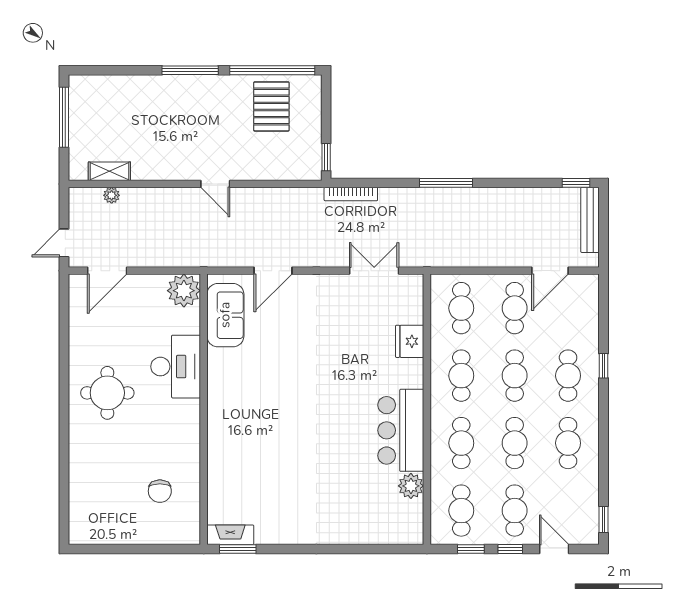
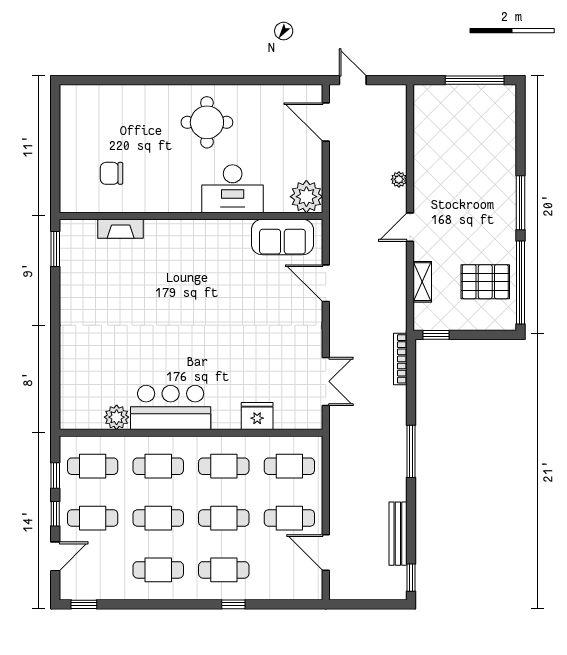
shelving: (109, 171) -> (422, 282), moved
plant: (112, 195) -> (399, 179), moved
bench: (590, 220) -> (398, 534), moved, turned 90
fireplace: (230, 535) -> (121, 229), moved, turned 90

